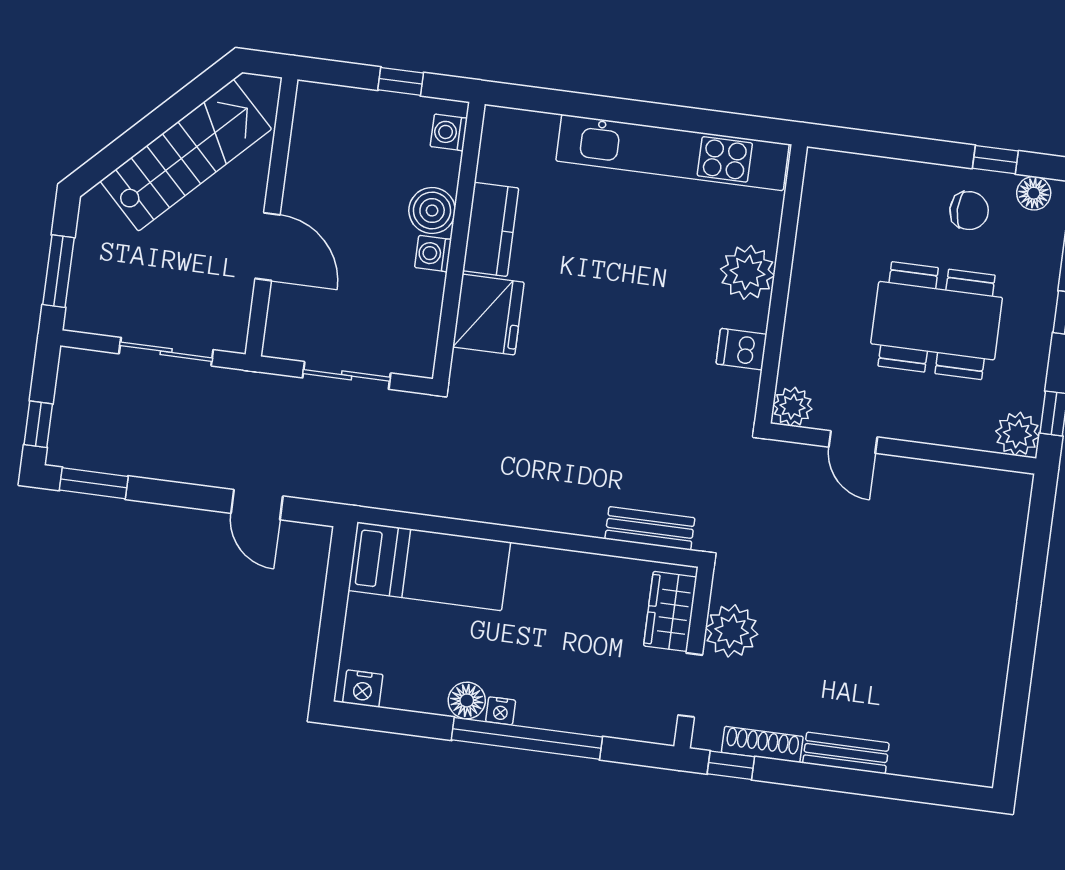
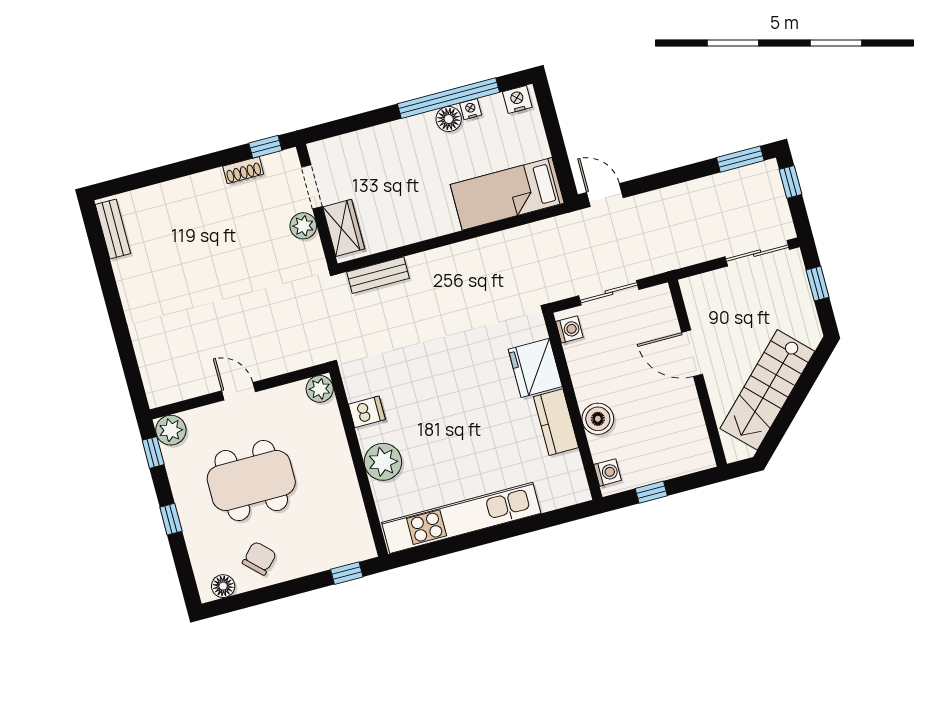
window: (995, 160) -> (347, 573), moved
chair: (969, 211) -> (259, 558), turned 134
washing machine: (433, 254) -> (569, 329), moved
window: (58, 271) -> (818, 284), width x0.67
sliding door: (166, 352) -> (757, 253), moved
door: (853, 442) -> (239, 391), moved
door: (257, 505) -> (605, 195), moved
plant: (732, 631) -> (303, 226), width x0.73, depth x0.73
nightstand: (501, 711) -> (471, 109), moved
window: (527, 738) -> (448, 98), moved
shoe rack: (762, 744) -> (243, 170), width x0.70
bench: (846, 753) -> (113, 229), moved, turned 90

